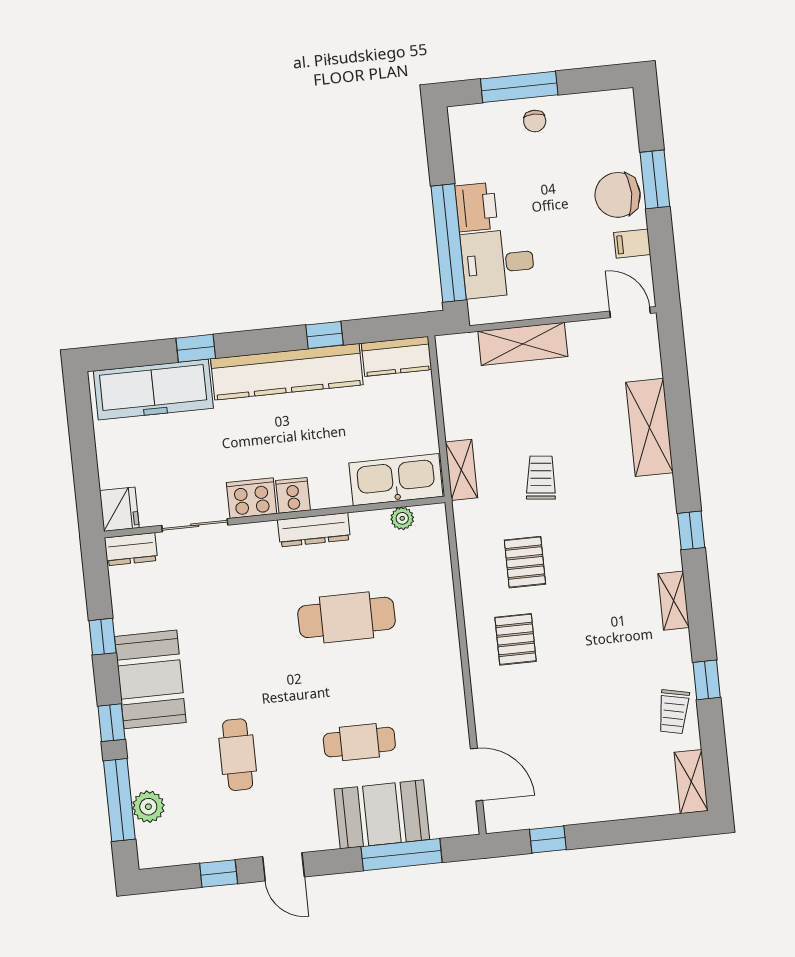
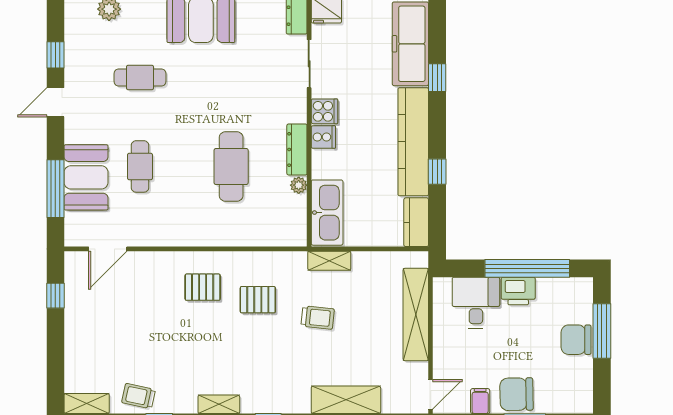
chair: (535, 121) -> (576, 340), width x1.87, depth x1.87
chair: (618, 195) -> (516, 394), turned -91
window: (449, 243) -> (527, 268), moved
shelving: (523, 344) -> (416, 314), width x1.47
cooker: (252, 498) -> (325, 111), width x0.73
plant: (402, 518) -> (299, 185), moved

